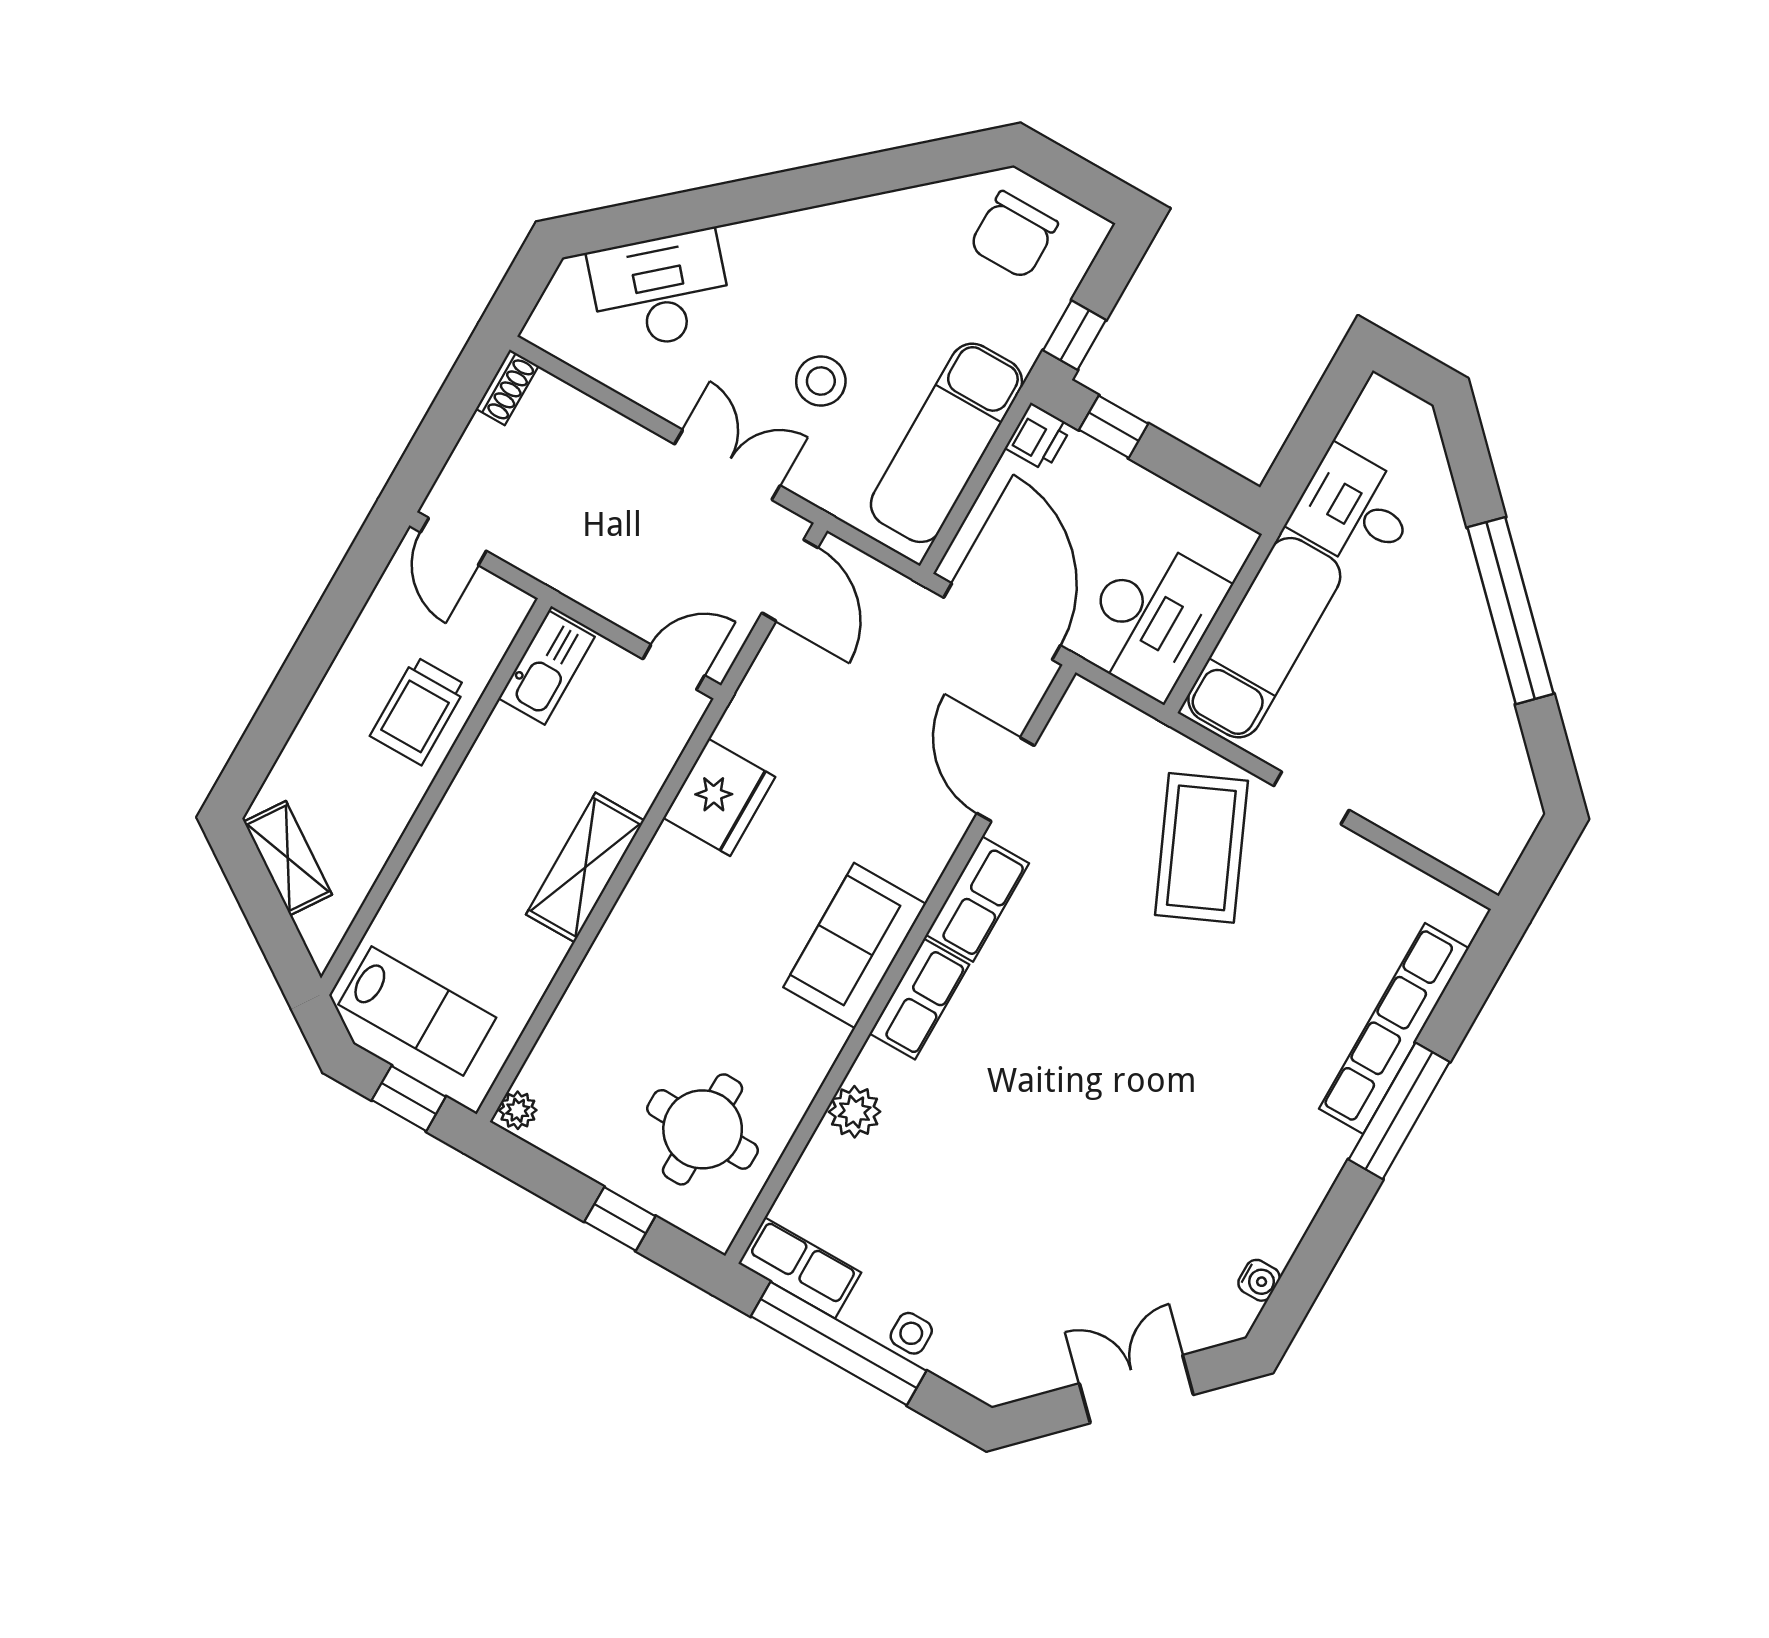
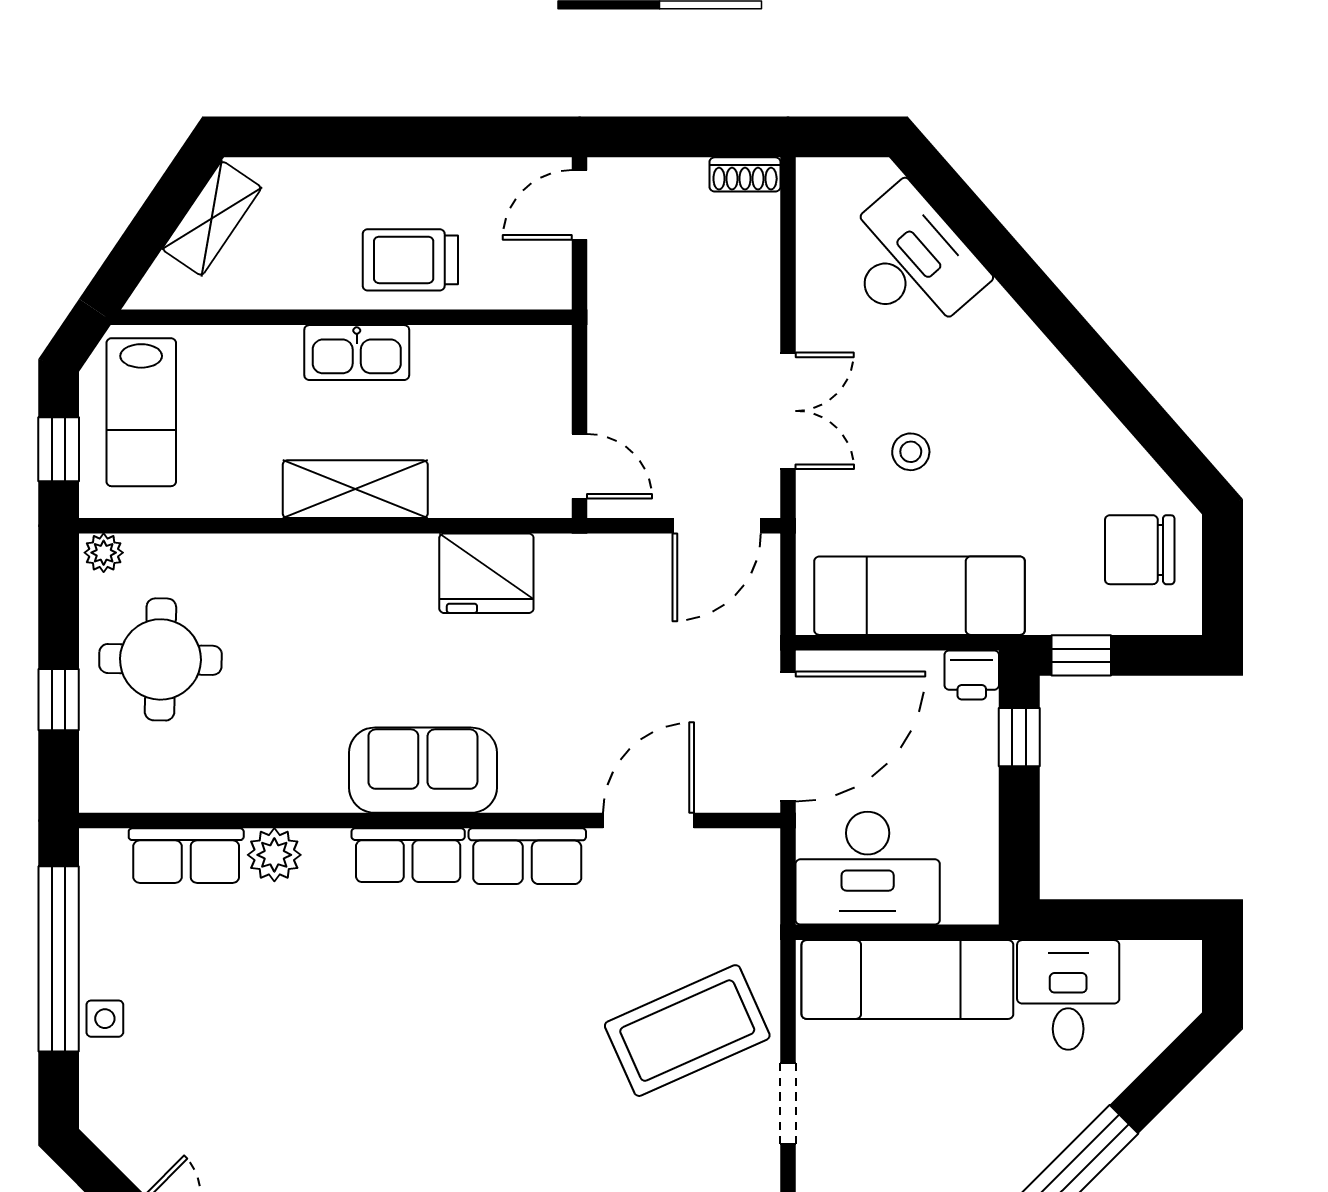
stool: (821, 381) -> (911, 452), width x0.73, depth x0.73
kitchen sink: (547, 668) -> (357, 353), moved
round table: (703, 1129) -> (160, 659), moved
row of seats: (800, 1268) -> (186, 856), moved, turned 90

